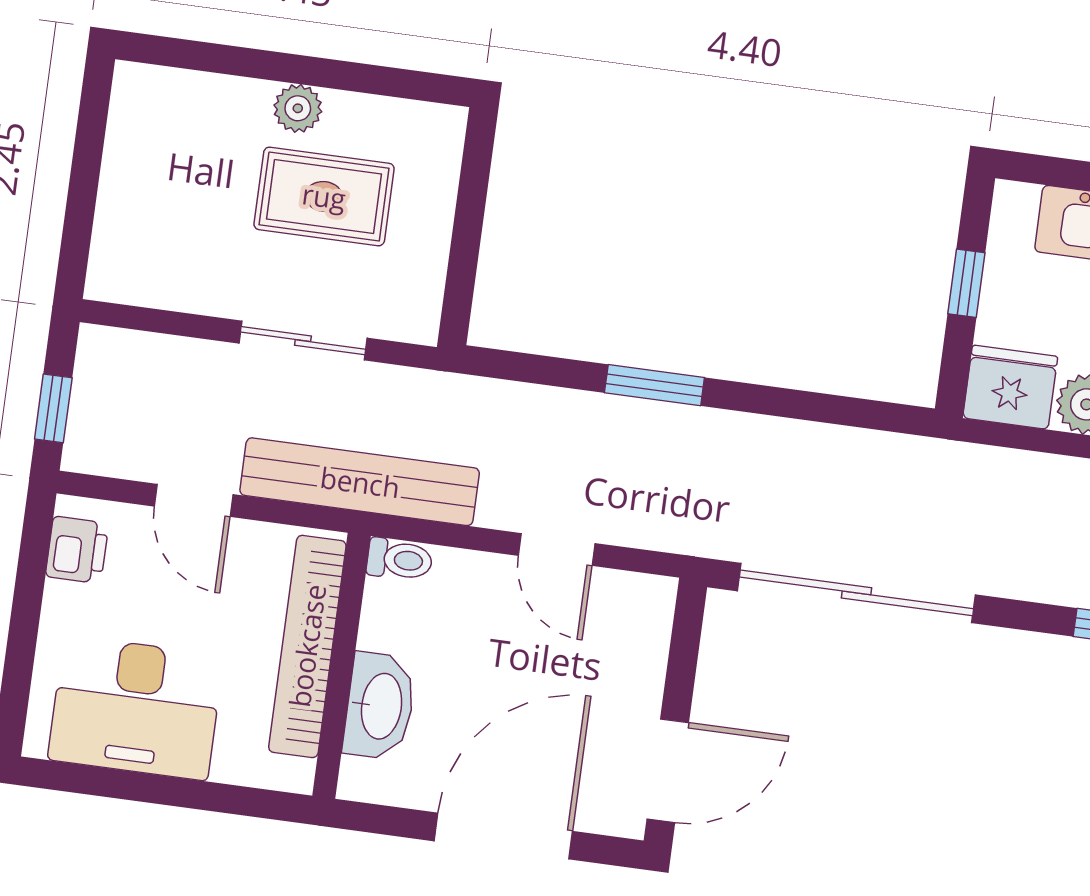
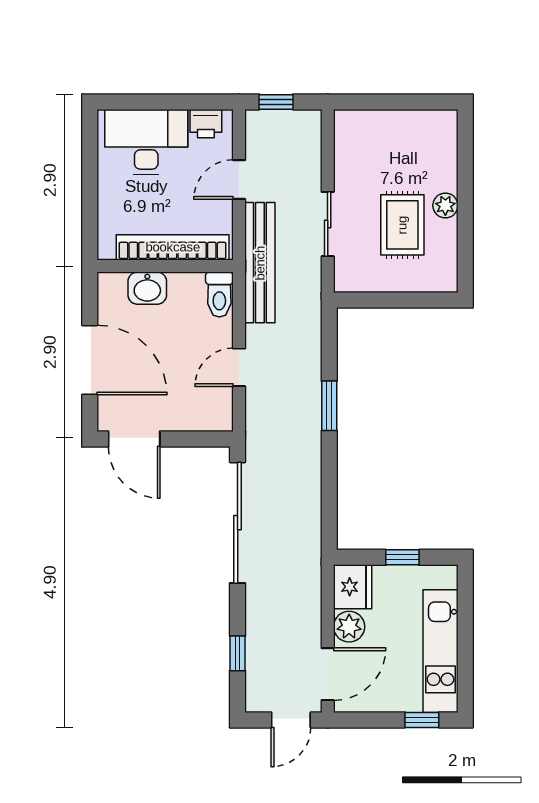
toilet: (400, 560) -> (219, 295), width x1.37, depth x1.39
washbasin: (380, 706) -> (147, 288), width x0.72
desk: (136, 708) -> (146, 142), moved, turned 90

